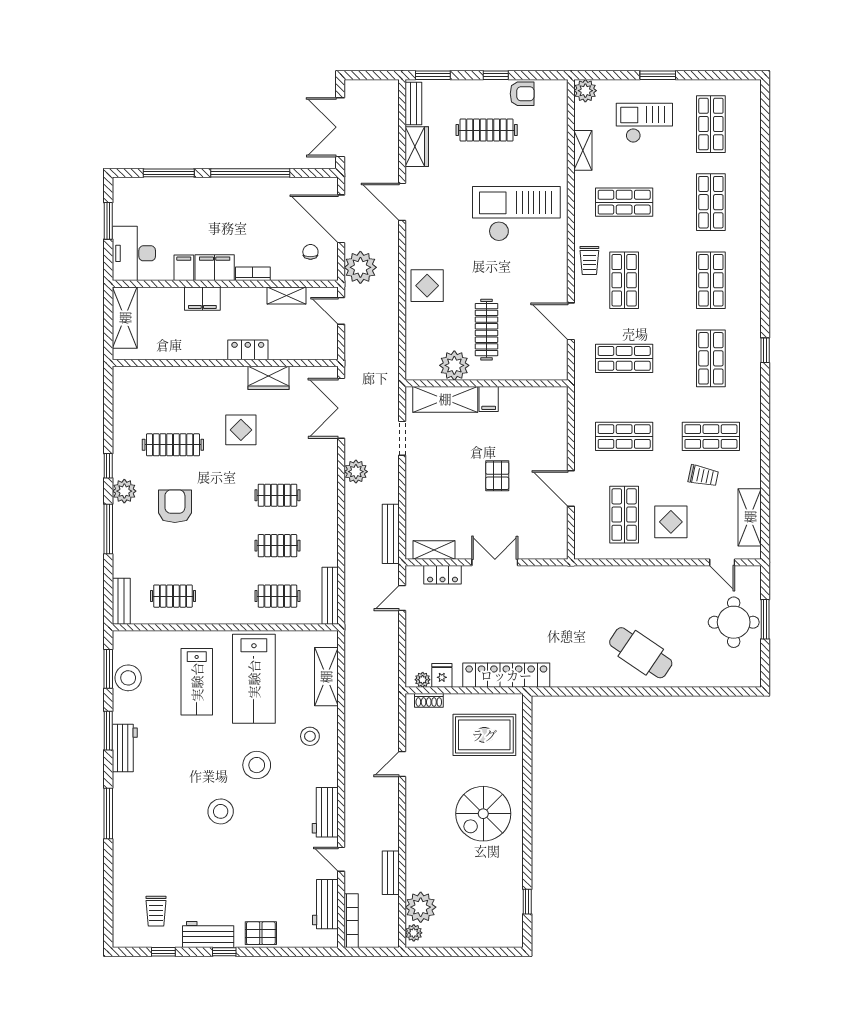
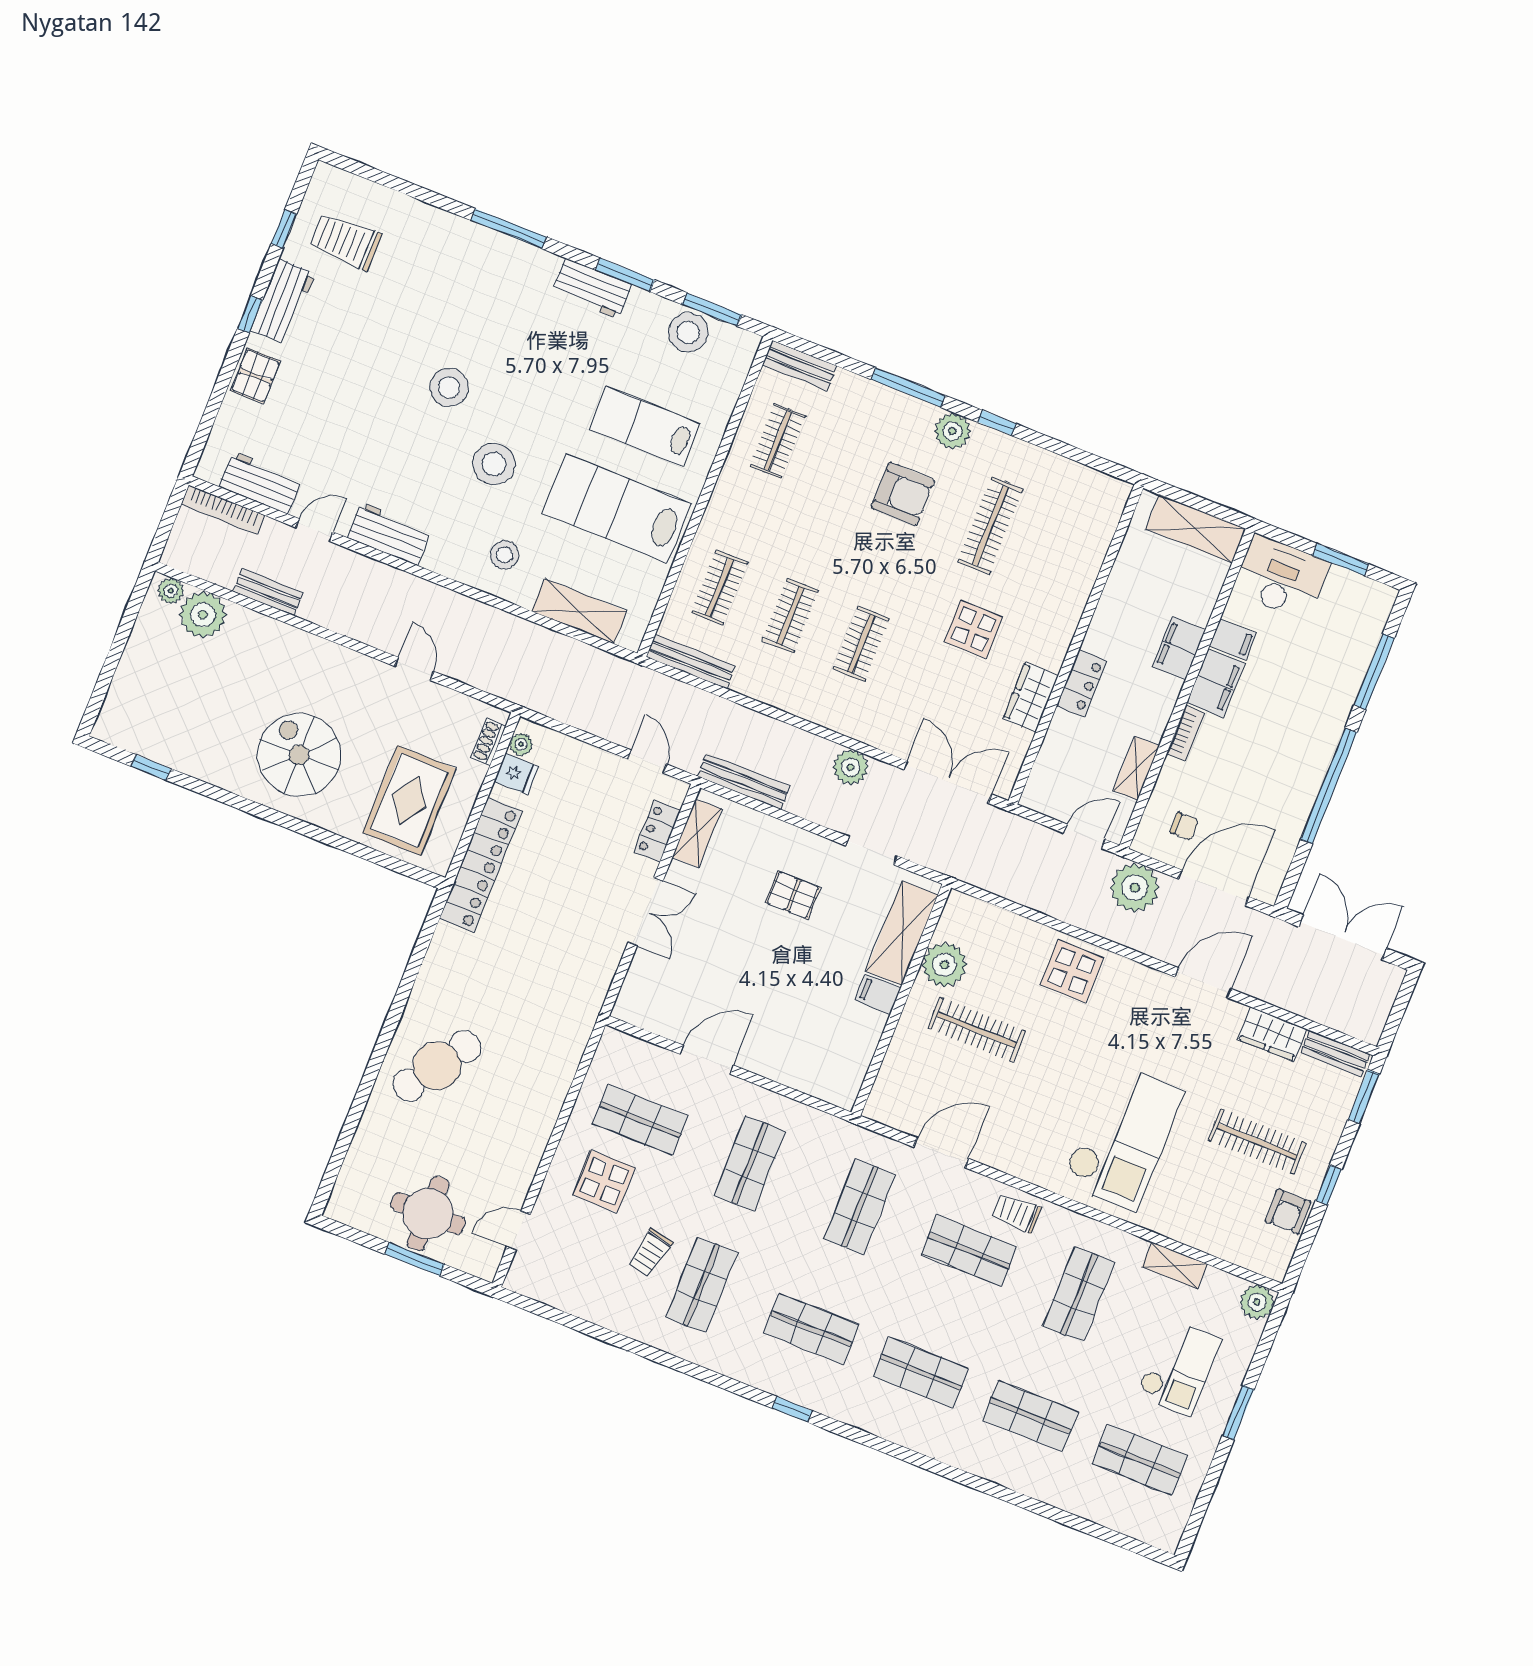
clothes rail: (487, 130) -> (1257, 1141), turned 90
pallet: (497, 476) -> (793, 895), moved
shelving: (750, 517) -> (566, 1294), removed
trolley: (156, 911) -> (345, 241), width x1.36, depth x1.39

